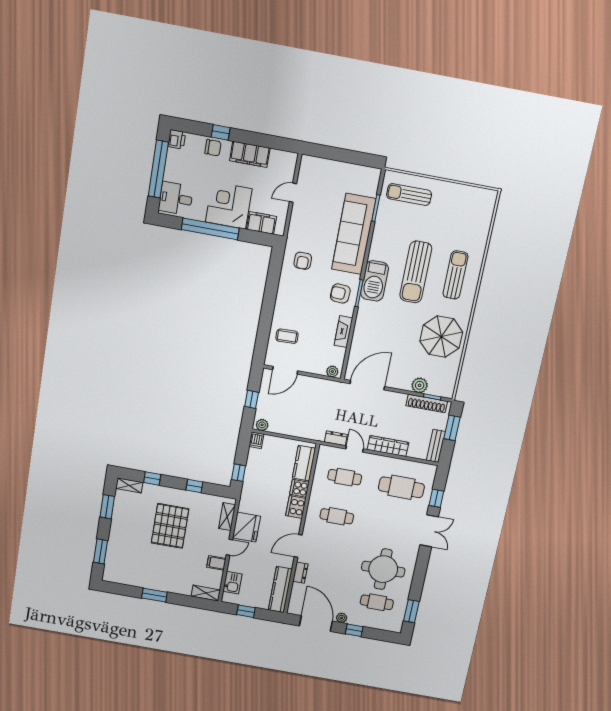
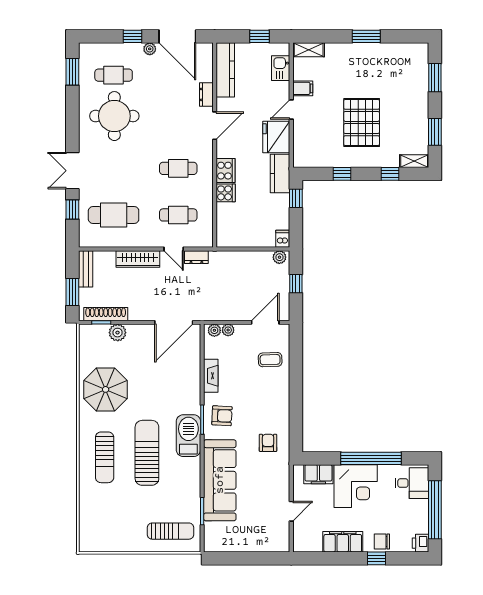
plant: (320, 370) -> (228, 330), added
kitchen counter: (304, 463) -> (280, 173), moved, turned 180
shelving: (227, 517) -> (300, 145), removed

